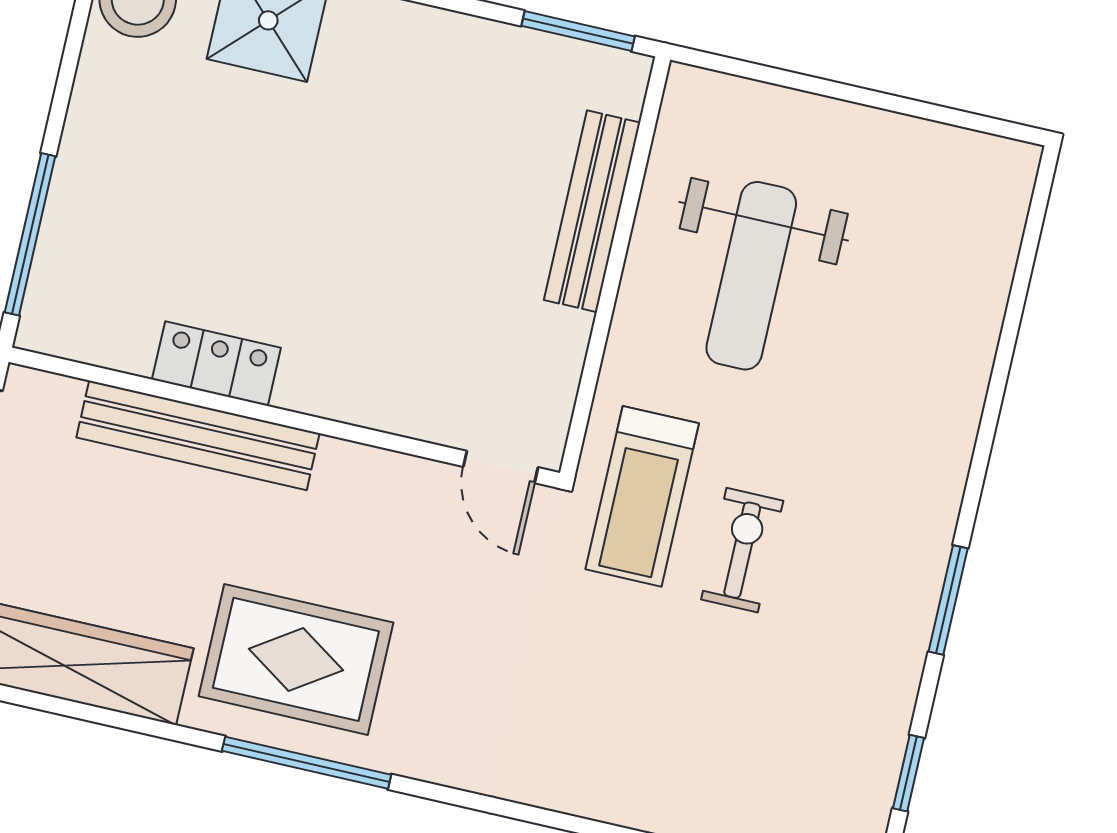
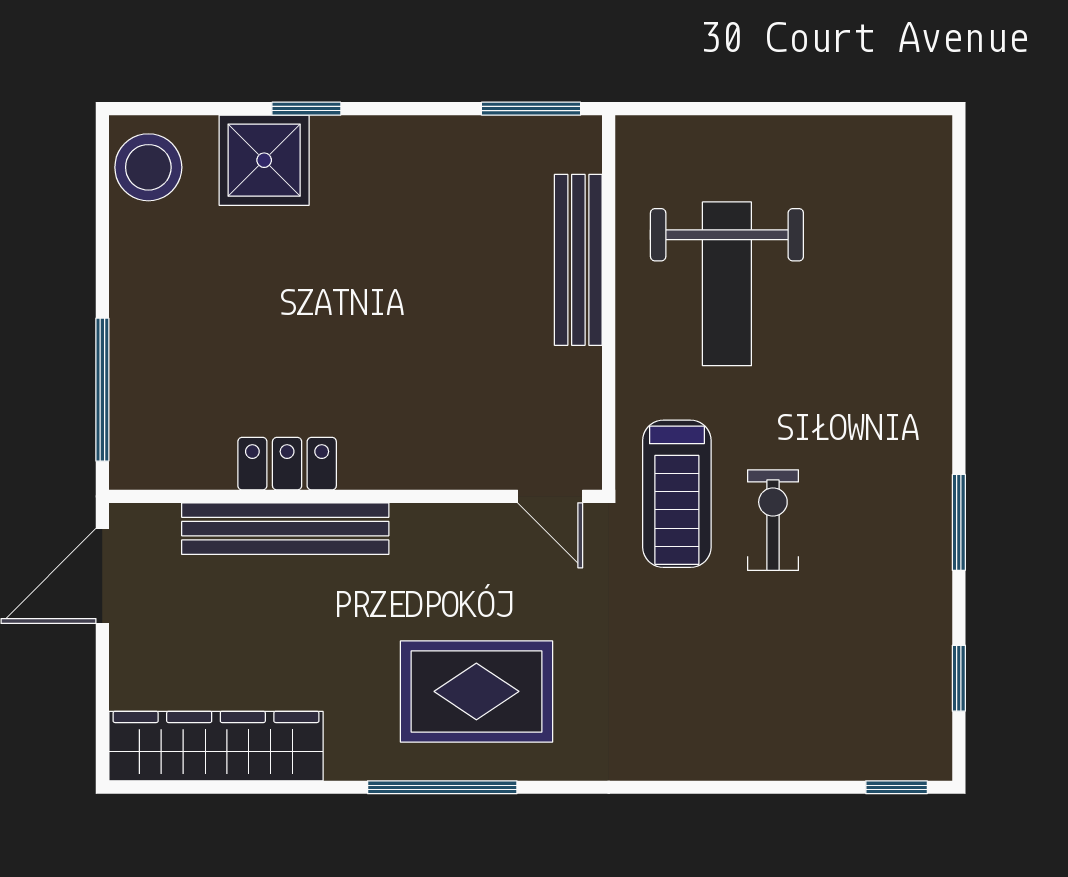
rug: (296, 659) -> (476, 691), moved

